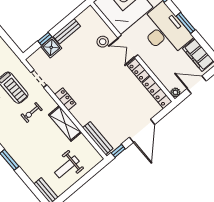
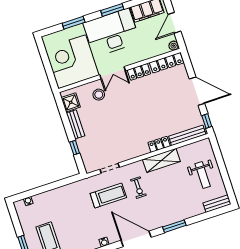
shower: (51, 47) -> (71, 102), moved
locker: (65, 99) -> (159, 144), moved

